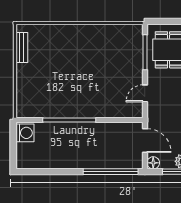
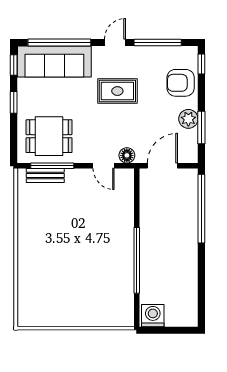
bench: (22, 48) -> (45, 176), moved
floor lamp: (153, 163) -> (127, 155), moved

